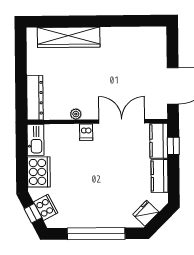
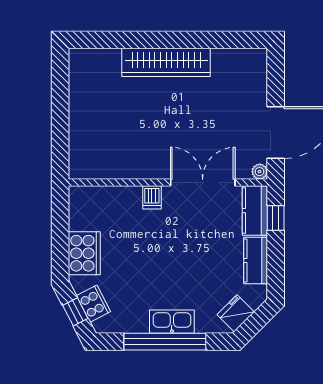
wardrobe: (69, 37) -> (166, 62), moved
dresser: (35, 98) -> (80, 148), removed
plant: (76, 114) -> (260, 172), moved
kitchen sink: (36, 140) -> (172, 322), moved, turned -90

